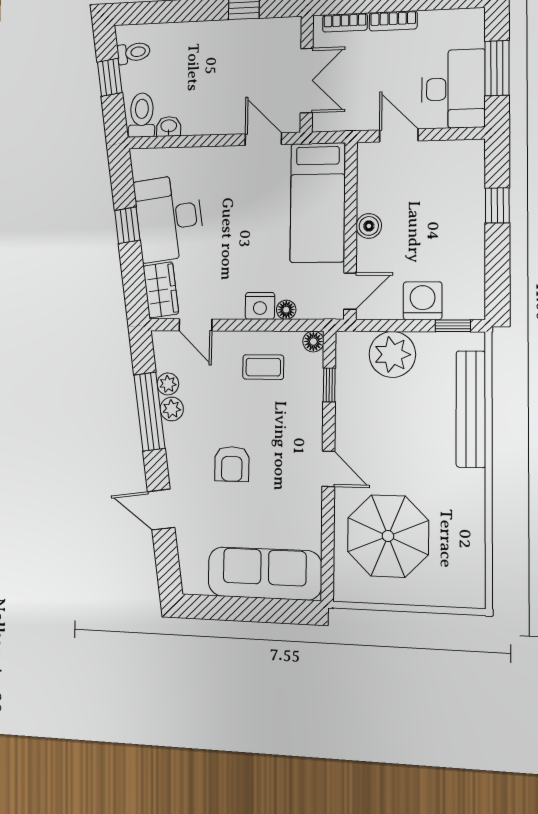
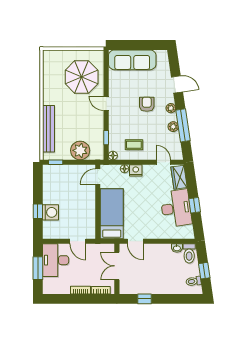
boiler: (369, 226) -> (90, 204), removed
washing machine: (423, 301) -> (50, 212), moved, turned -90
plant: (168, 384) -> (171, 108), moved

